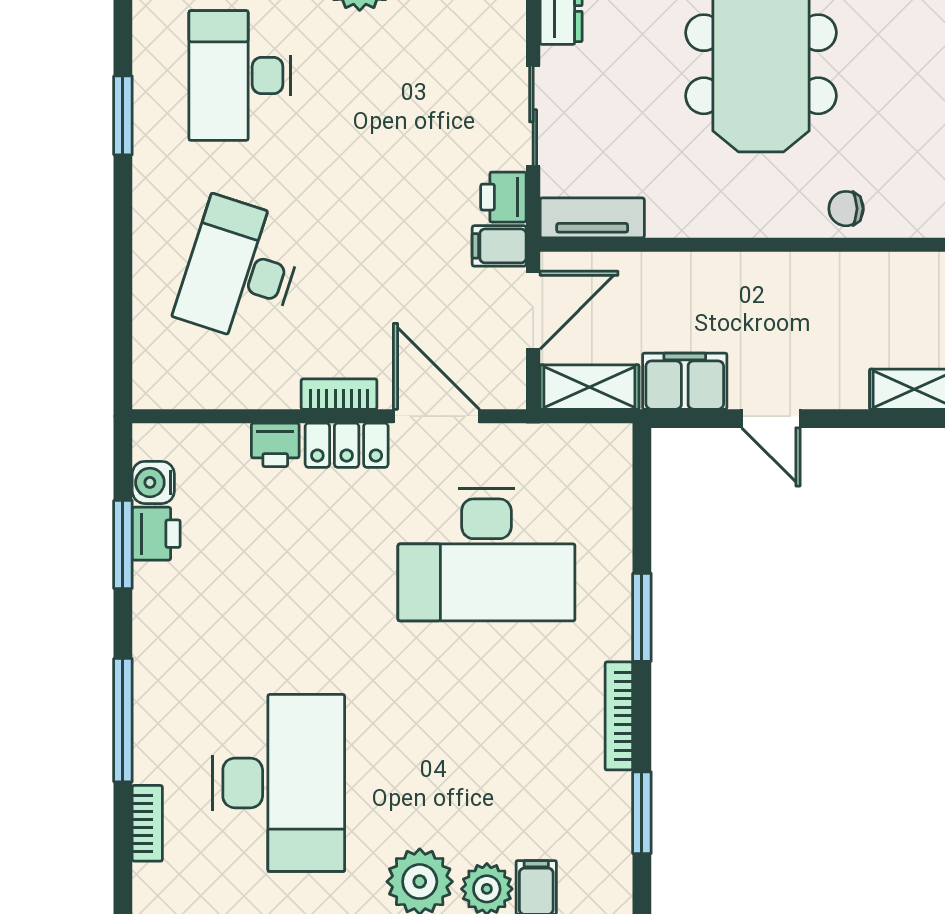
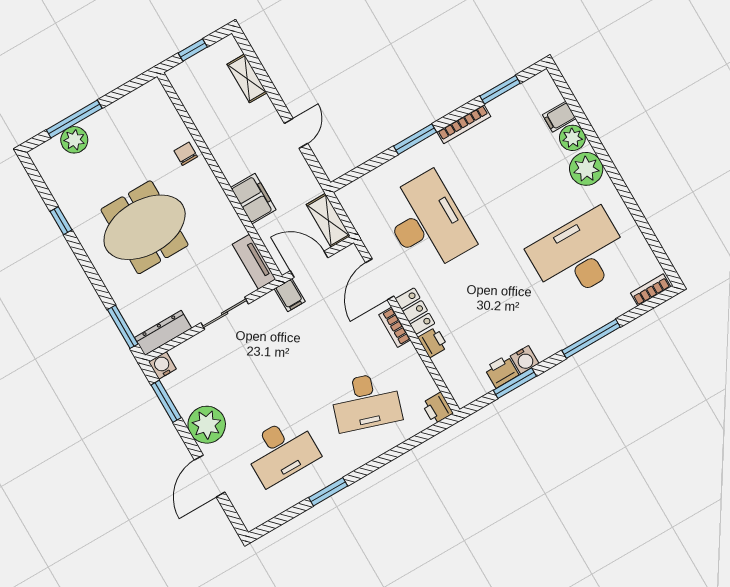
printer: (503, 197) -> (437, 408), moved, turned 90
chair: (846, 209) -> (186, 154), turned 180
filing cabinet: (685, 381) -> (253, 199), moved, turned 180
water cooler: (153, 482) -> (525, 360), moved
bookcase: (147, 823) -> (651, 290), moved

